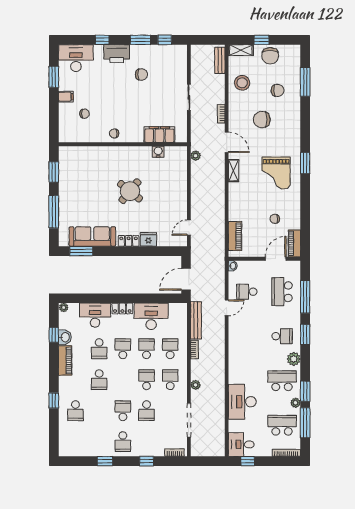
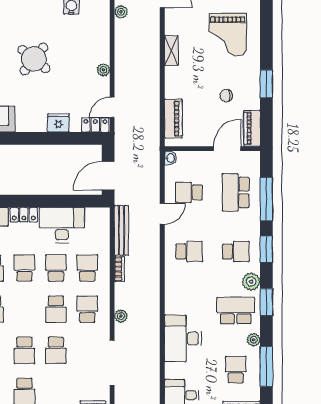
window: (305, 163) -> (266, 84), moved
shelving: (234, 171) -> (171, 51), moved
plant: (182, 199) -> (103, 70), added
locker: (129, 241) -> (95, 125), moved
school desk: (247, 336) -> (189, 251), added
school desk: (147, 380) -> (56, 309), turned 180
window: (305, 391) -> (266, 302), moved
school desk: (123, 411) -> (24, 350), turned 180
school desk: (282, 425) -> (236, 370), width x0.54

